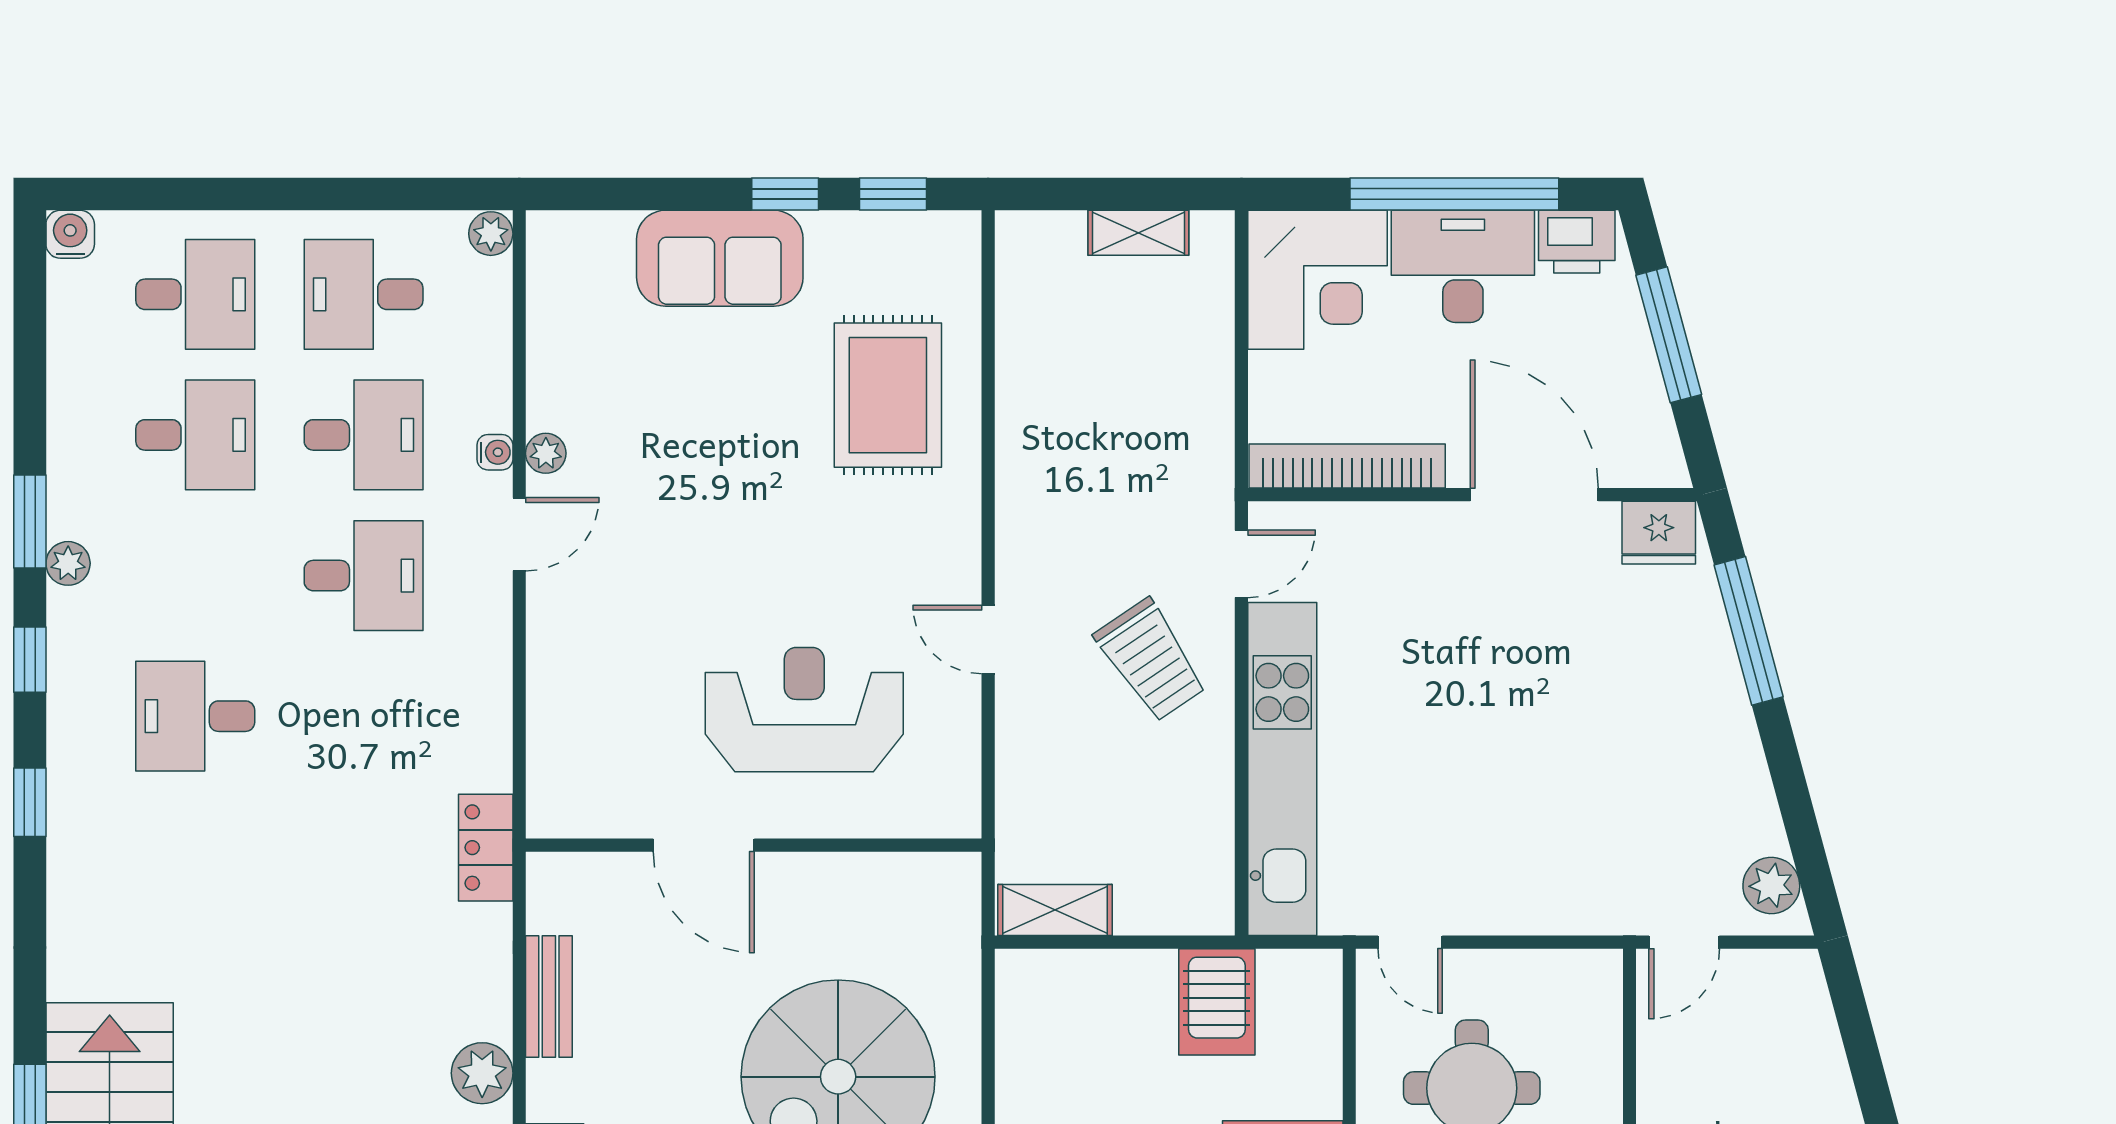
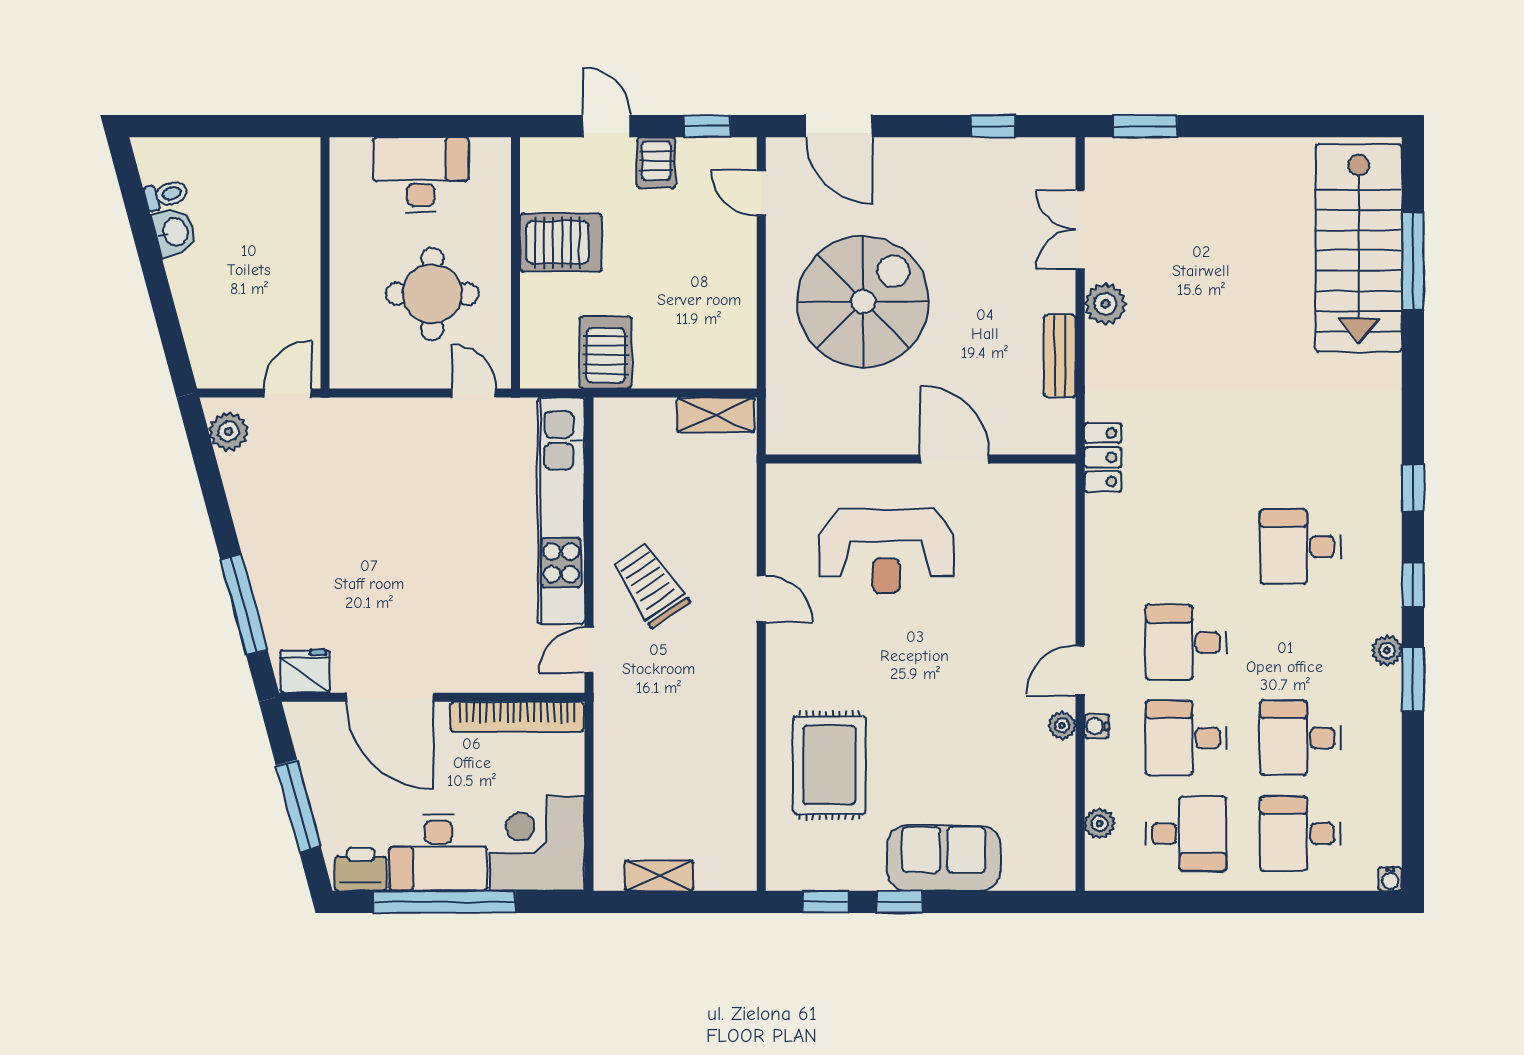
water cooler: (70, 234) -> (1390, 879), width x0.72, depth x0.72
plant: (491, 234) -> (1099, 824), moved
desk: (195, 716) -> (1301, 547), turned 180

